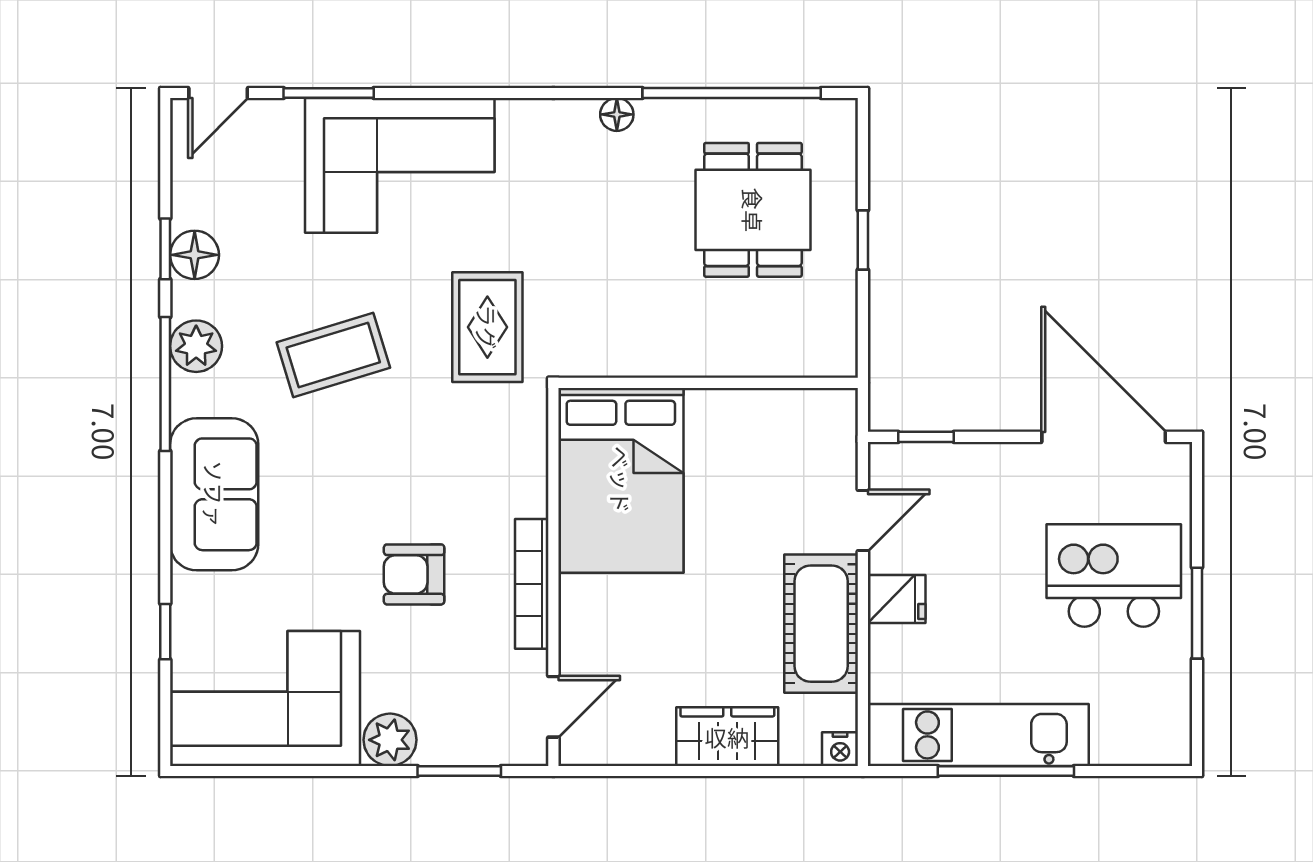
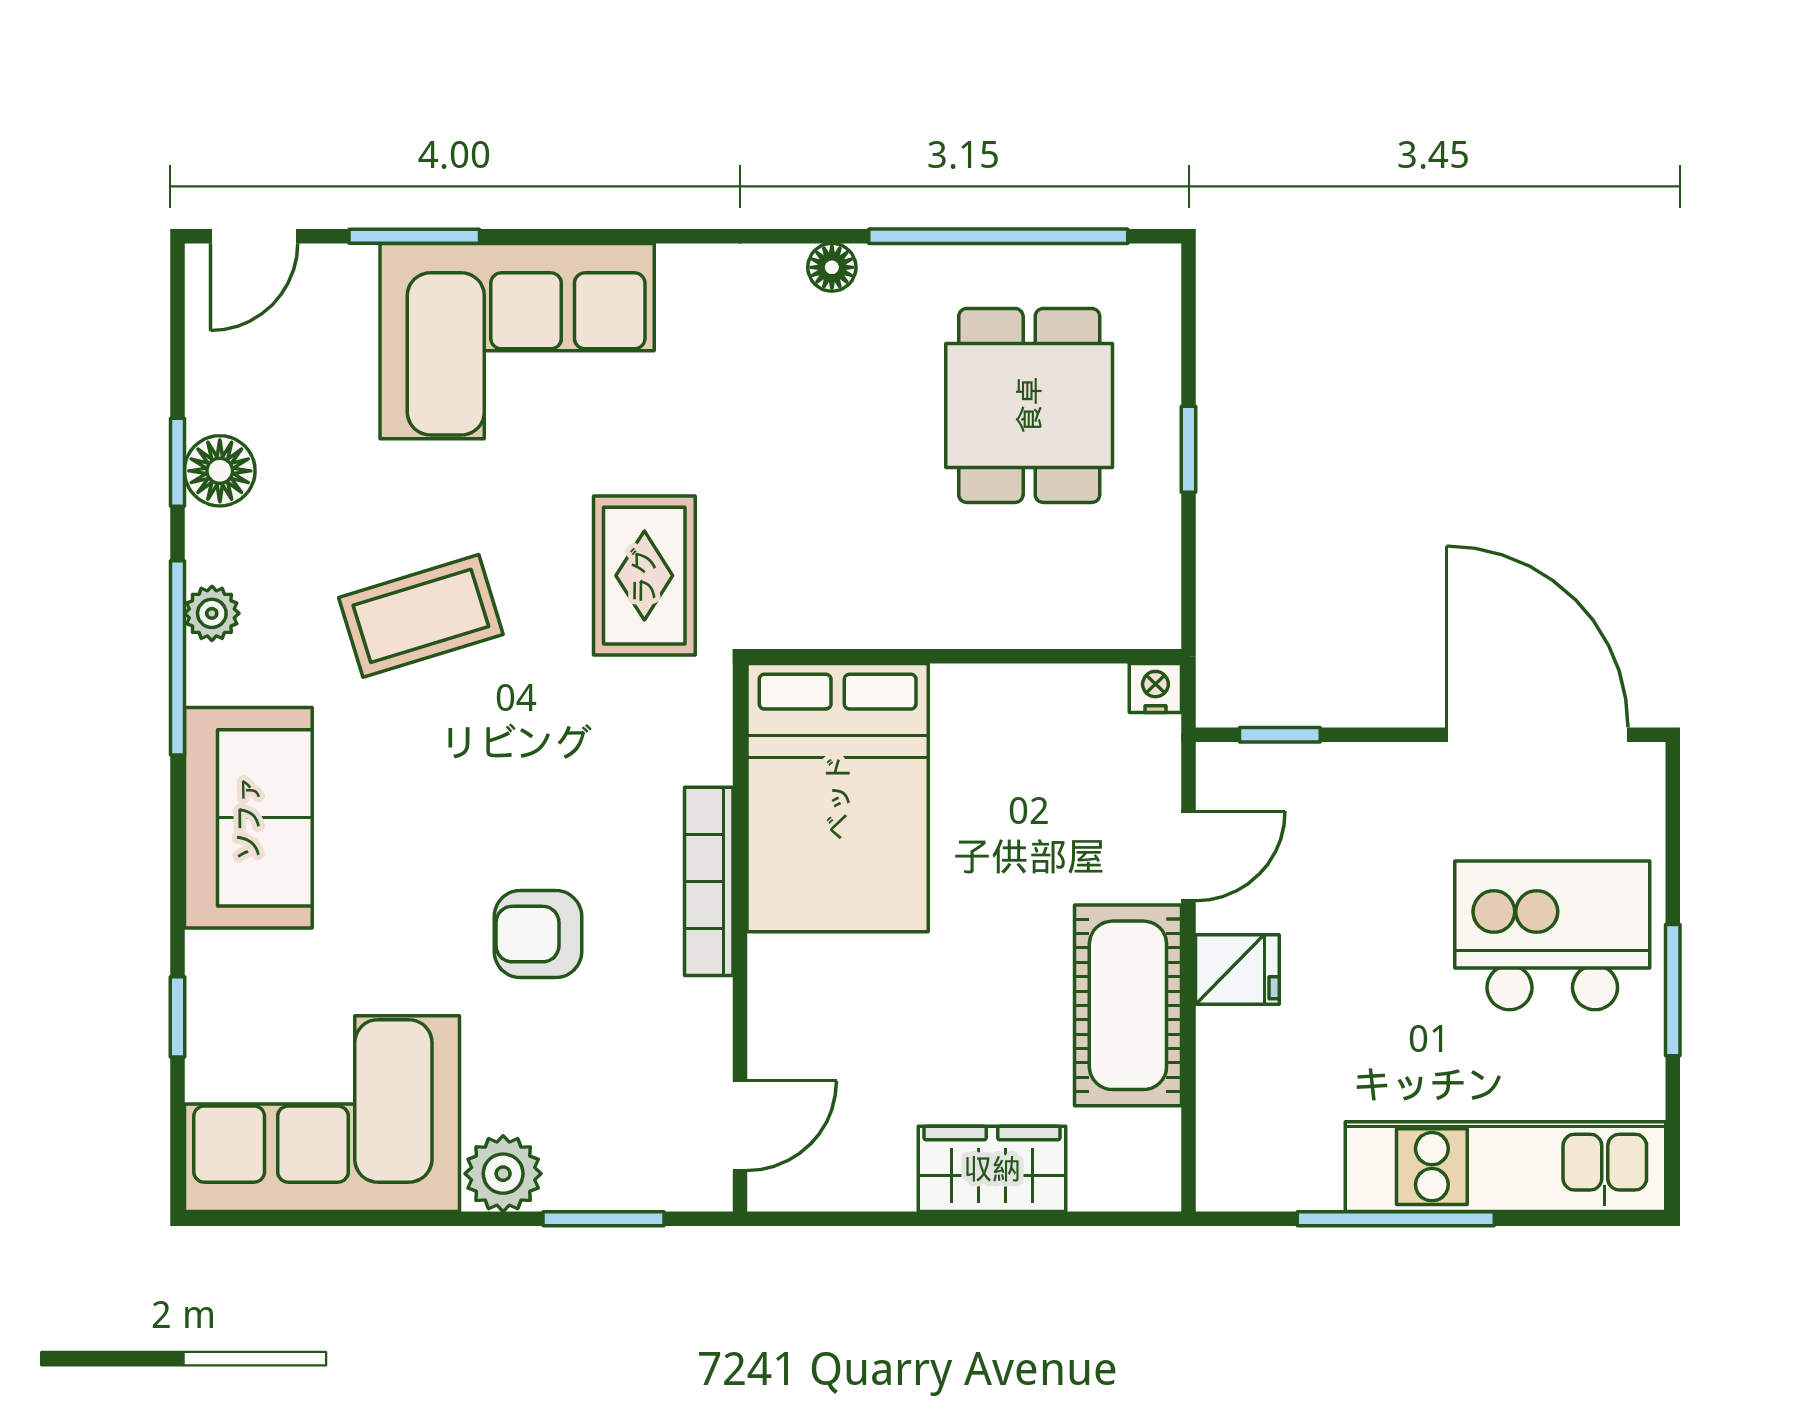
plant: (196, 346) -> (212, 613), width x0.73, depth x0.73
bookcase: (532, 584) -> (709, 881), moved
kitchen unit: (978, 735) -> (1506, 1167), moved
nightstand: (840, 749) -> (1155, 688), moved, turned 180

